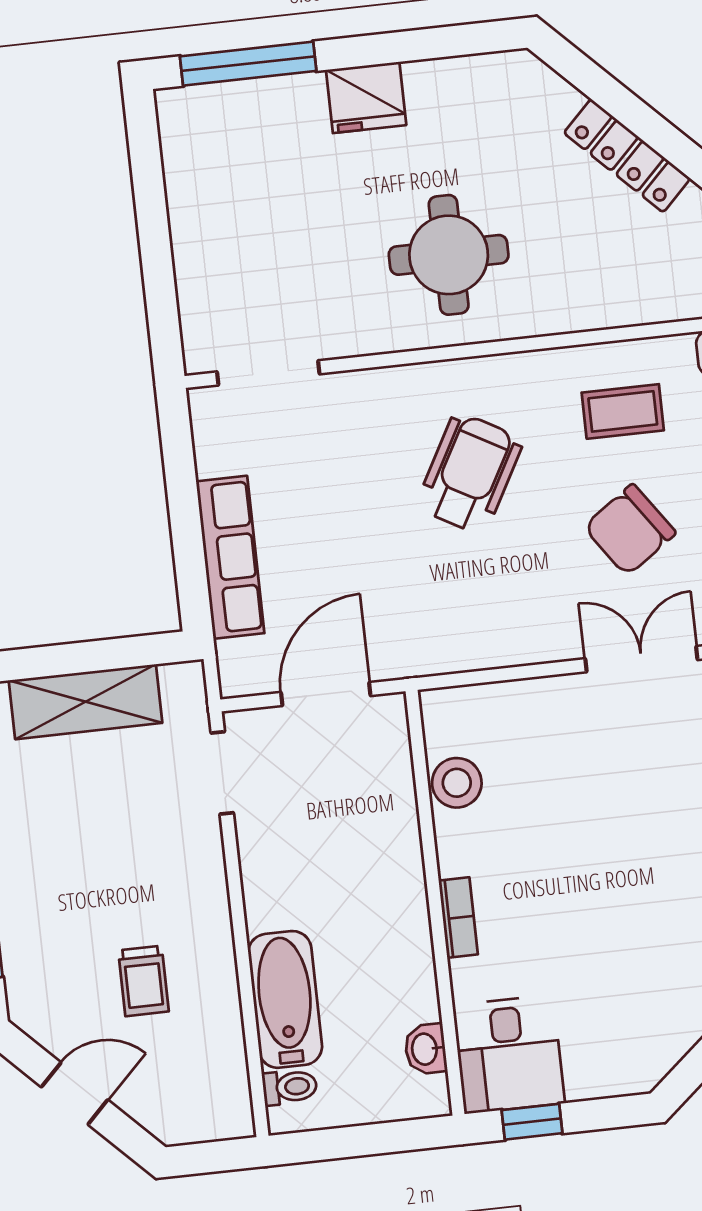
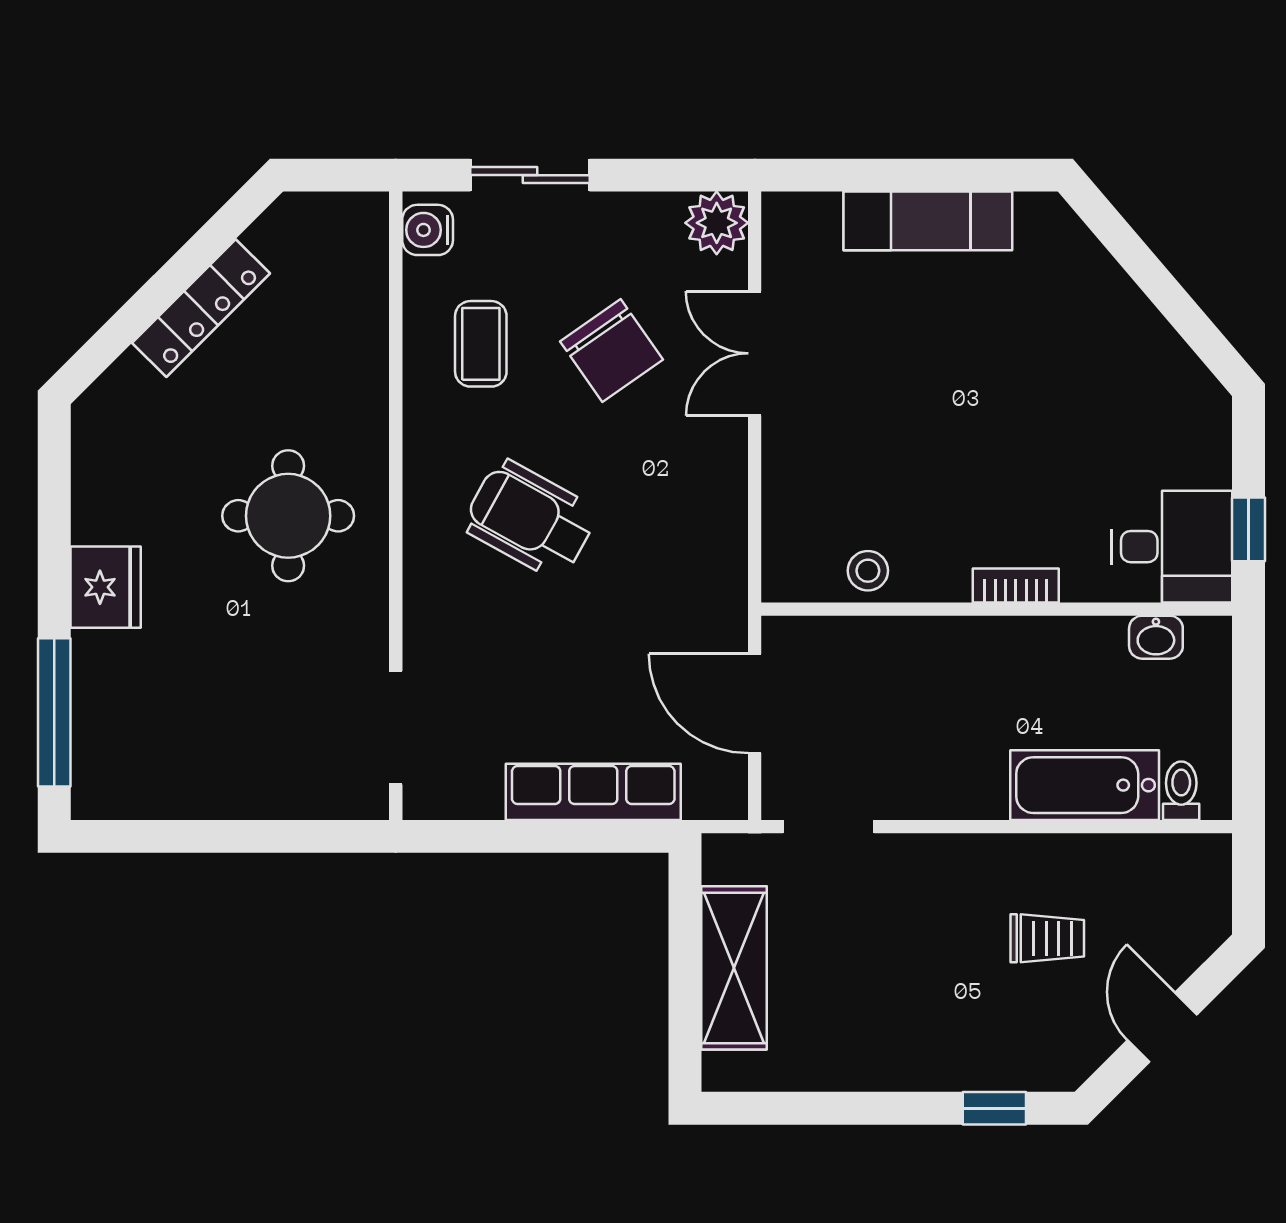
stool: (457, 783) -> (868, 571), width x0.73, depth x0.73

